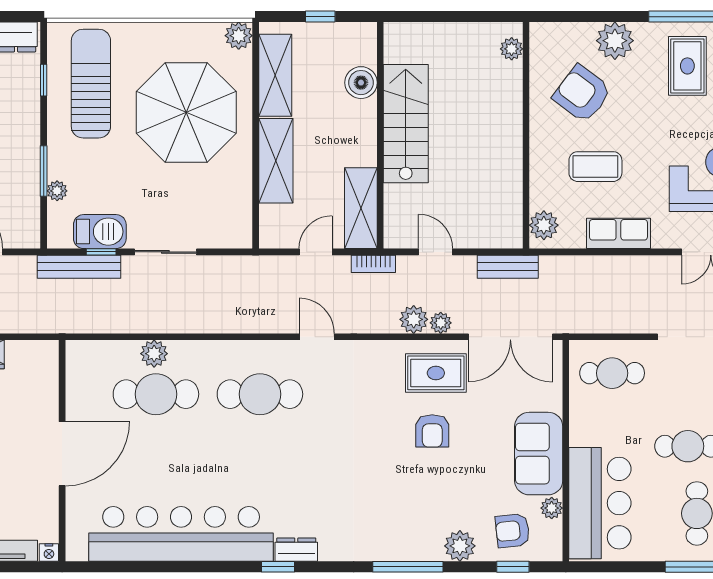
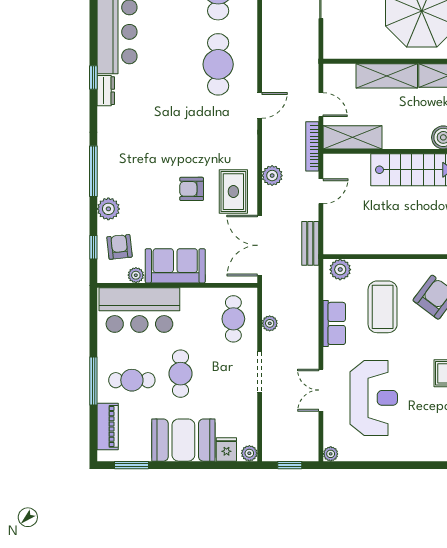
coffee table: (595, 167) -> (383, 307), width x1.36, depth x1.32
bookcase: (373, 264) -> (312, 146), width x1.56
plant: (441, 323) -> (270, 323), moved

